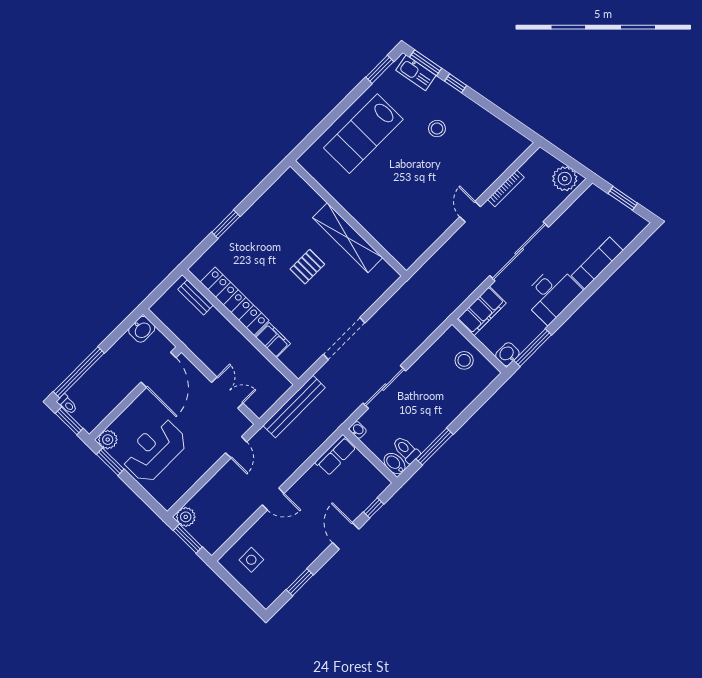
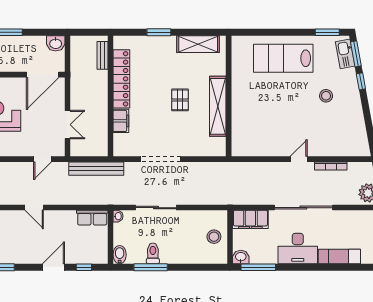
shelving: (273, 199) -> (198, 44), added
pallet: (307, 267) -> (180, 100), turned 90
toilet: (406, 450) -> (153, 253), moved

